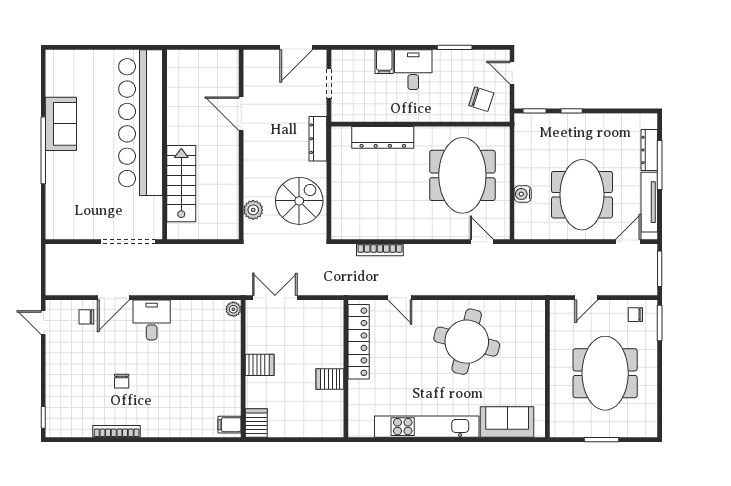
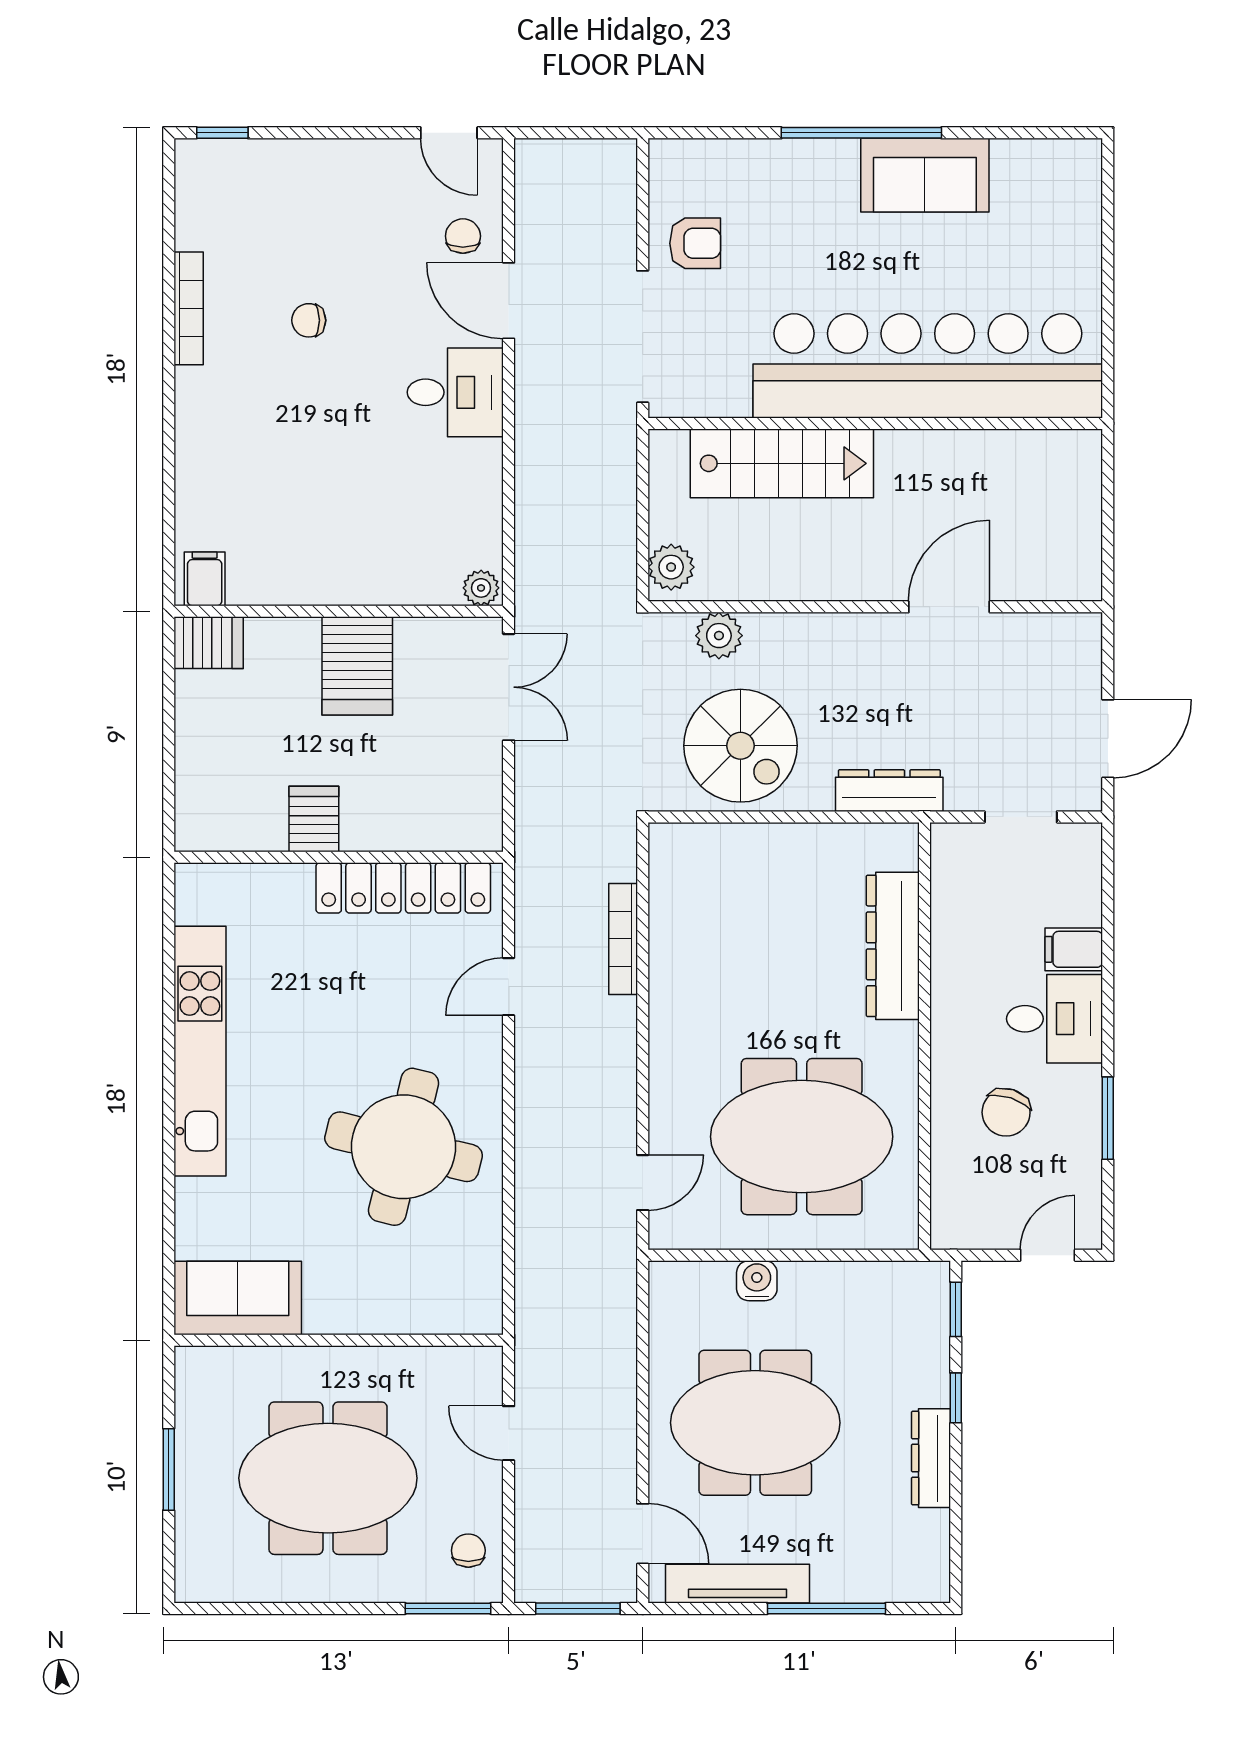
door: (296, 47) -> (1108, 739), swing flipped
chair: (481, 99) -> (1006, 1112), moved
dresser: (649, 150) -> (931, 1458), moved, turned -90
armchair: (89, 220) -> (695, 243), added
plant: (225, 230) -> (671, 567), added
door: (43, 323) -> (449, 133), swing flipped
server rack: (260, 365) -> (357, 666), width x1.36, depth x1.44
sofa: (507, 422) -> (238, 1298), moved, turned -90

